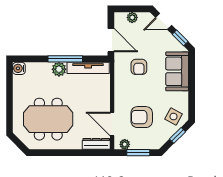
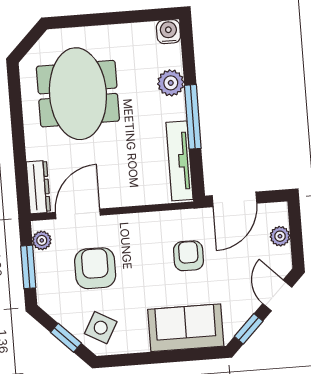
armchair: (139, 67) -> (188, 256), turned 90
plant: (59, 69) -> (171, 83), moved

